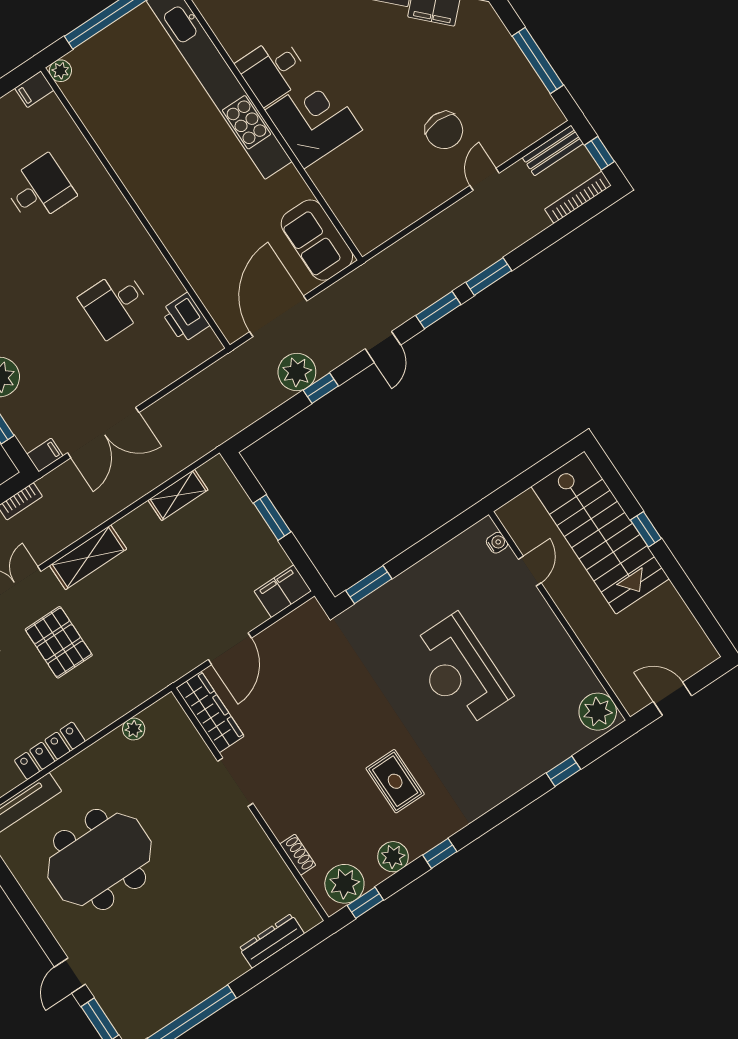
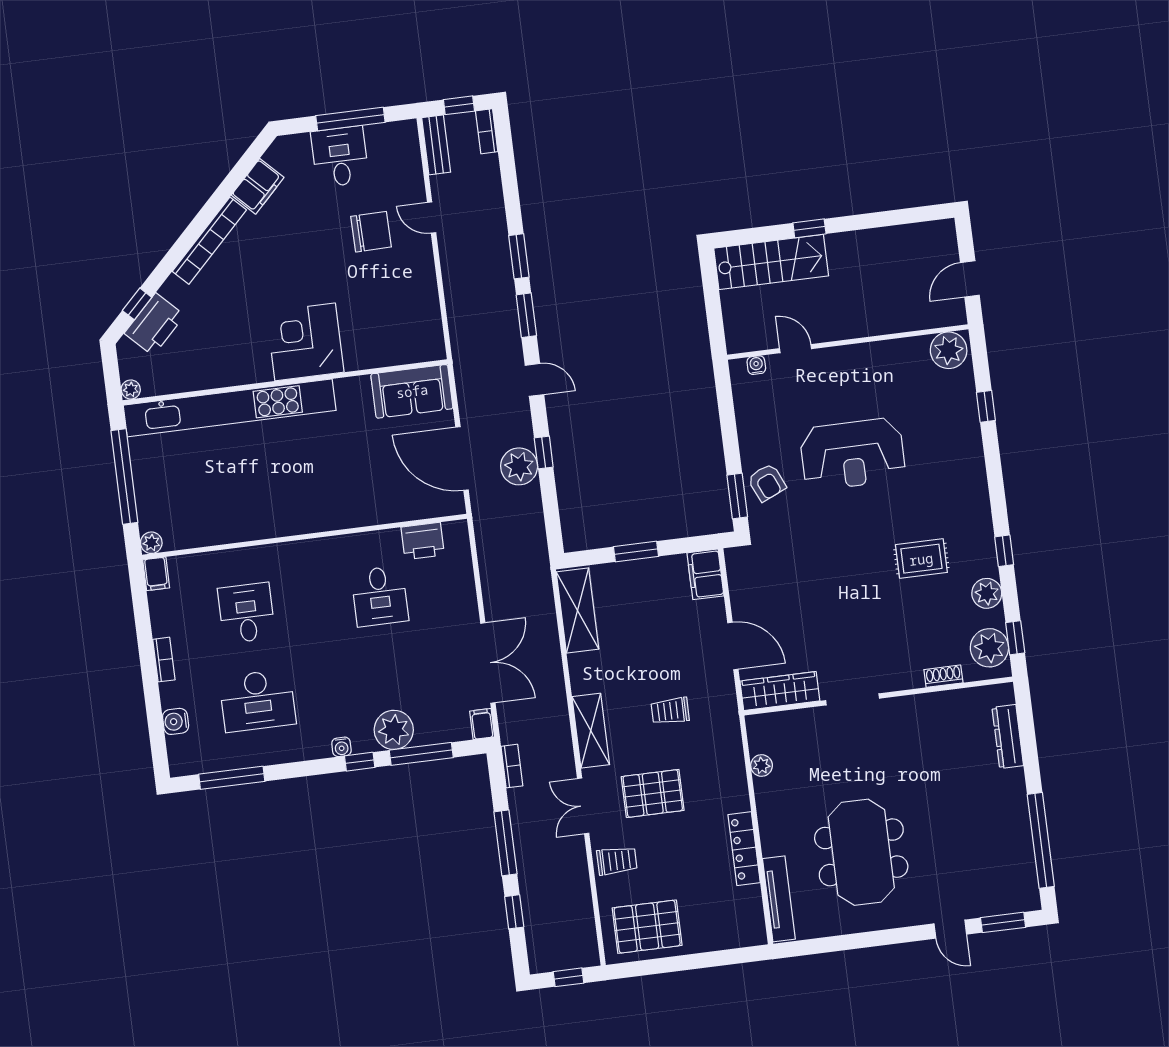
desk: (272, 70) -> (340, 157), moved, turned 180
bookcase: (578, 197) -> (487, 131), width x0.64
shelving: (178, 495) -> (578, 610), width x1.50, depth x1.33
stairs: (600, 533) -> (771, 262), width x0.73, depth x0.66
armchair: (394, 606) -> (767, 483), added
trolley: (142, 621) -> (670, 711), added

